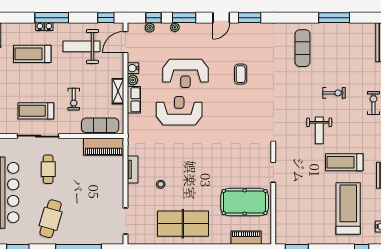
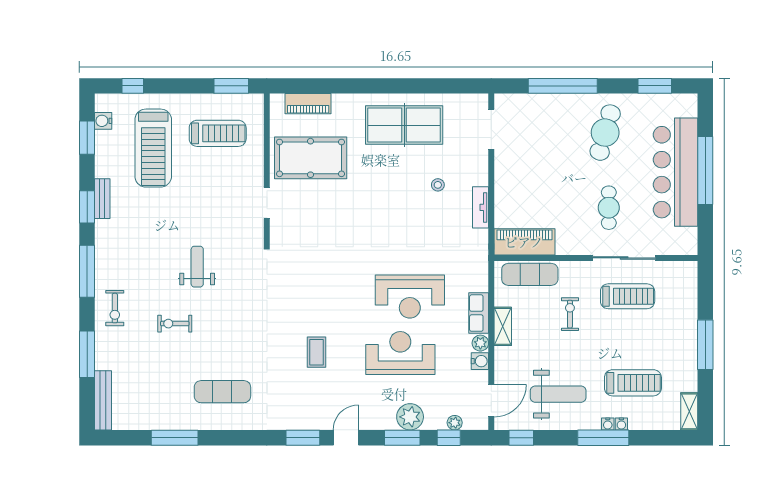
plant: (175, 27) -> (410, 417), width x1.88, depth x1.88
exercise mat: (303, 48) -> (222, 392), turned 90
treadmill: (344, 162) -> (218, 133), moved

